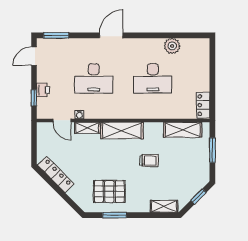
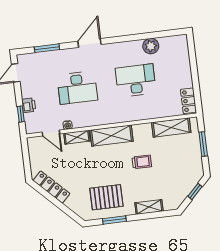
window: (56, 35) -> (47, 48), moved
desk: (153, 78) -> (136, 80), turned 180
shelving: (164, 206) -> (149, 207), moved

